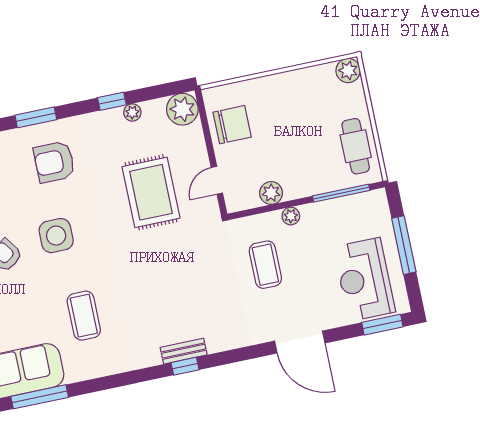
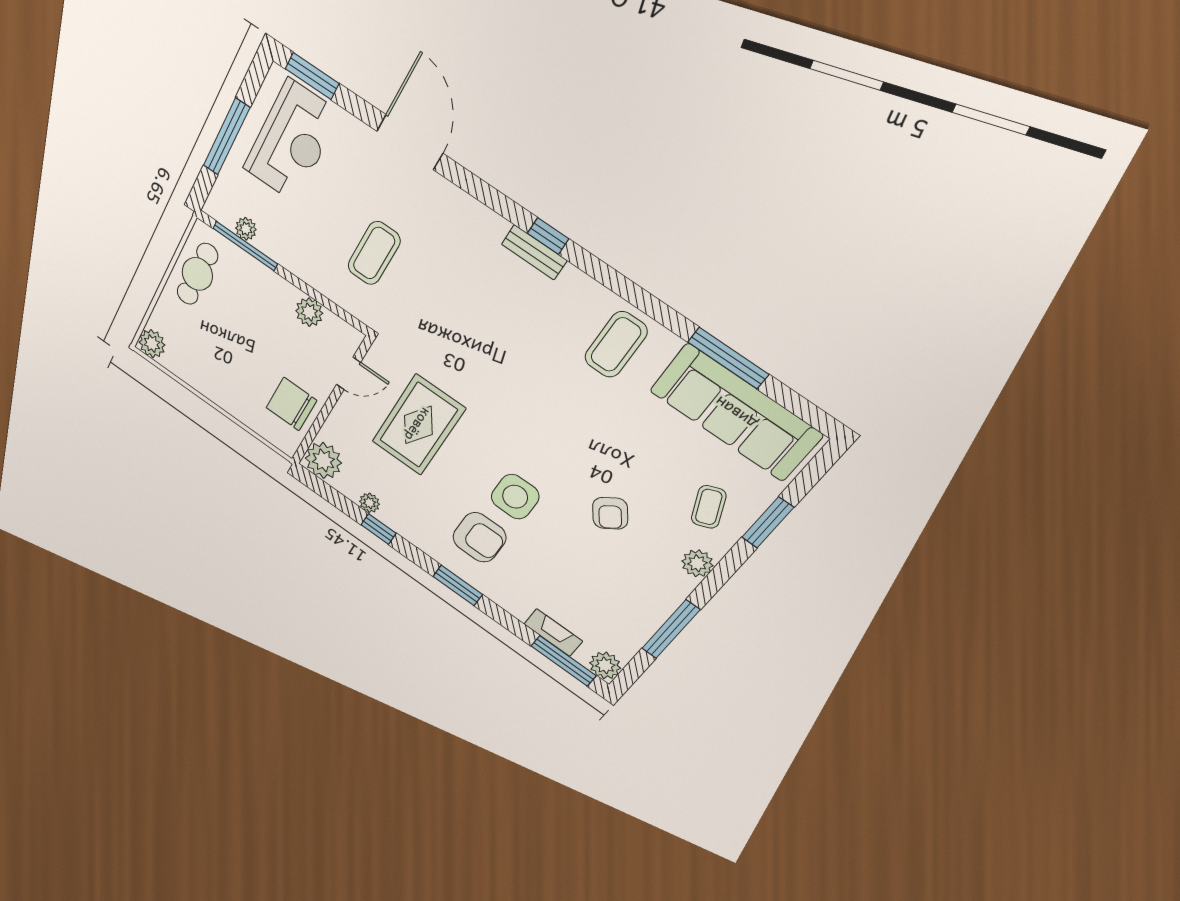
plant: (291, 216) -> (246, 229), moved
side table: (56, 236) -> (515, 497), moved
coffee table: (84, 316) -> (616, 344), moved

